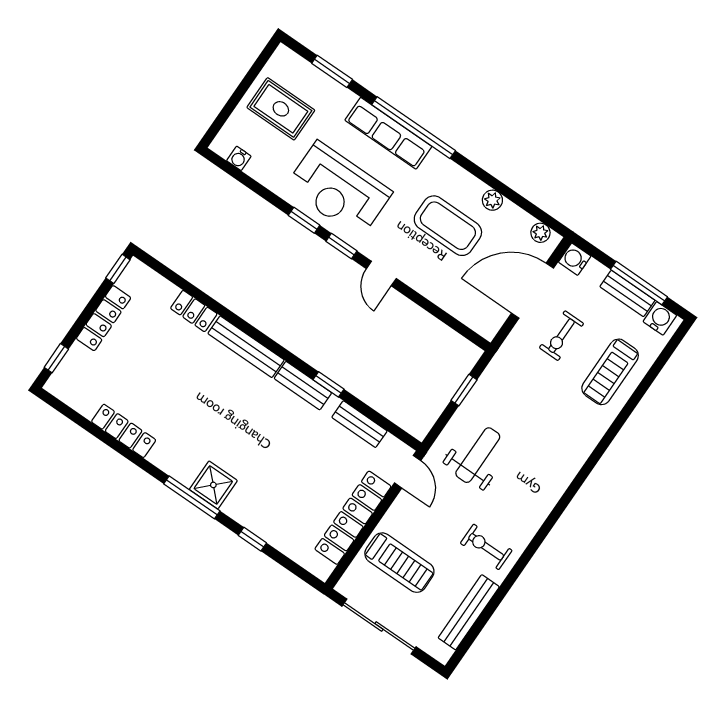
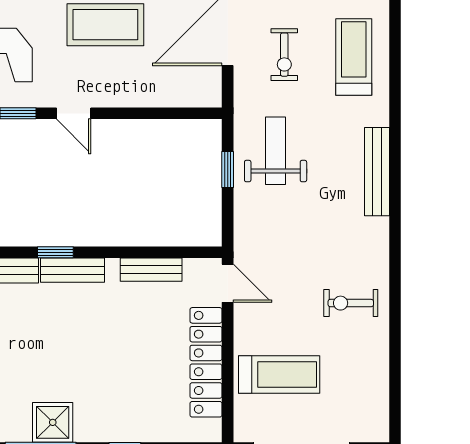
treadmill: (610, 372) -> (354, 57), turned 180
window: (329, 384) -> (55, 252), moved
weight bench: (478, 455) -> (276, 151), moved
bench: (469, 612) -> (377, 172), moved

